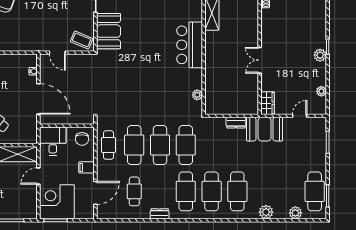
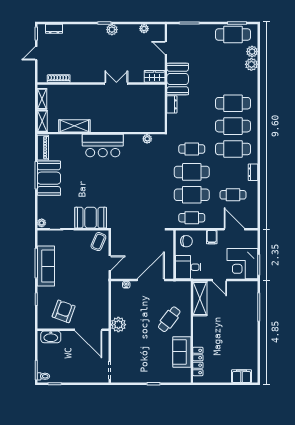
double door: (260, 60) -> (116, 83), swing flipped
cafe table: (186, 145) -> (192, 149), width x0.73, depth x0.74
plant: (266, 212) -> (251, 64), moved

